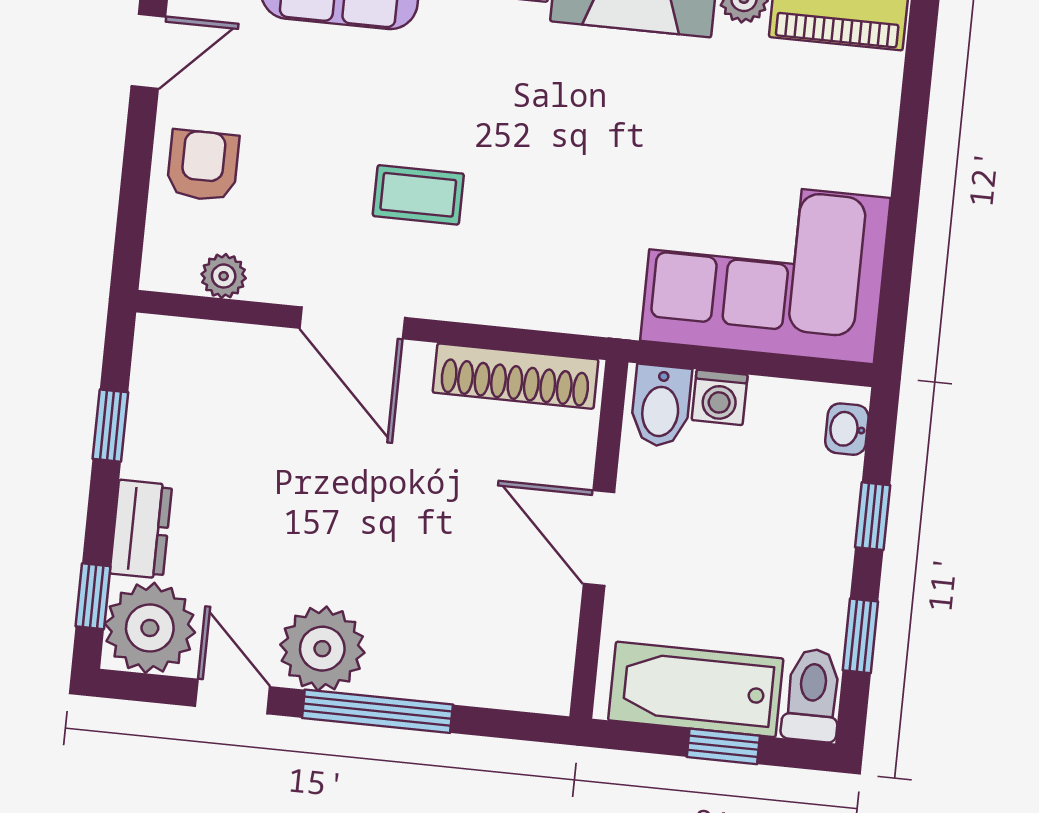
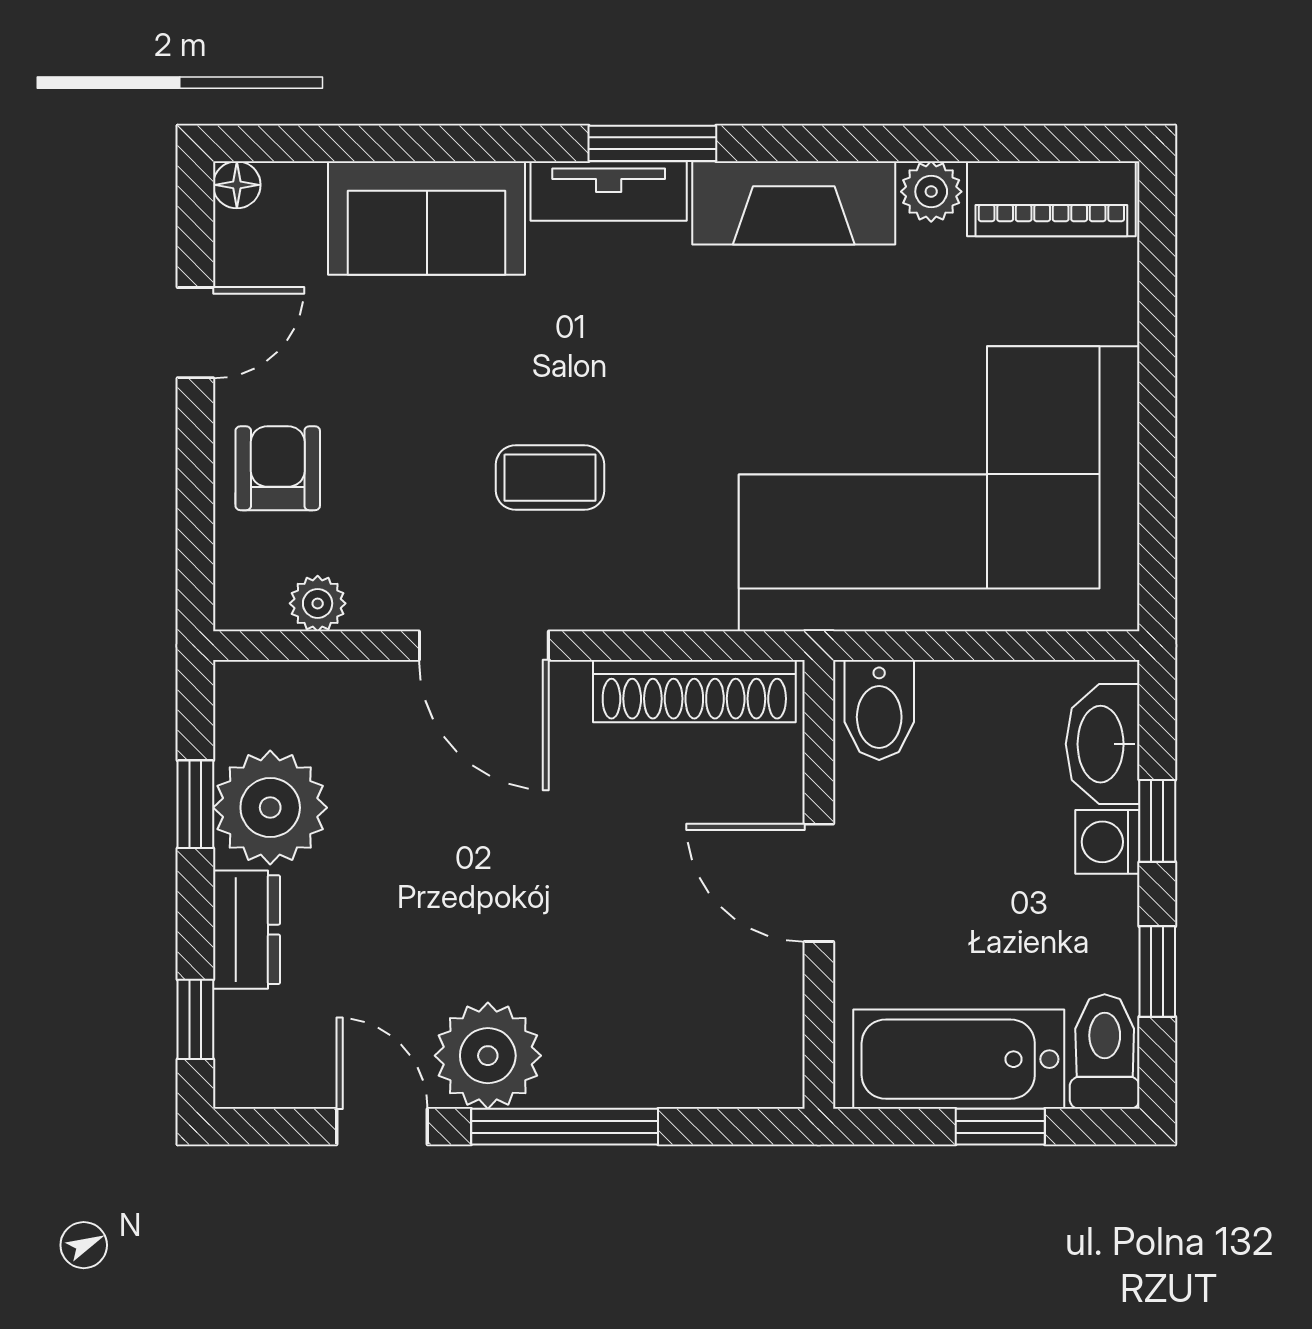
corner sofa: (765, 269) -> (939, 489), width x1.36, depth x1.36
washing machine: (720, 397) -> (1107, 842), moved, turned 90
washbasin: (847, 429) -> (1103, 744), width x1.91, depth x1.45
plant: (150, 628) -> (270, 808), moved

